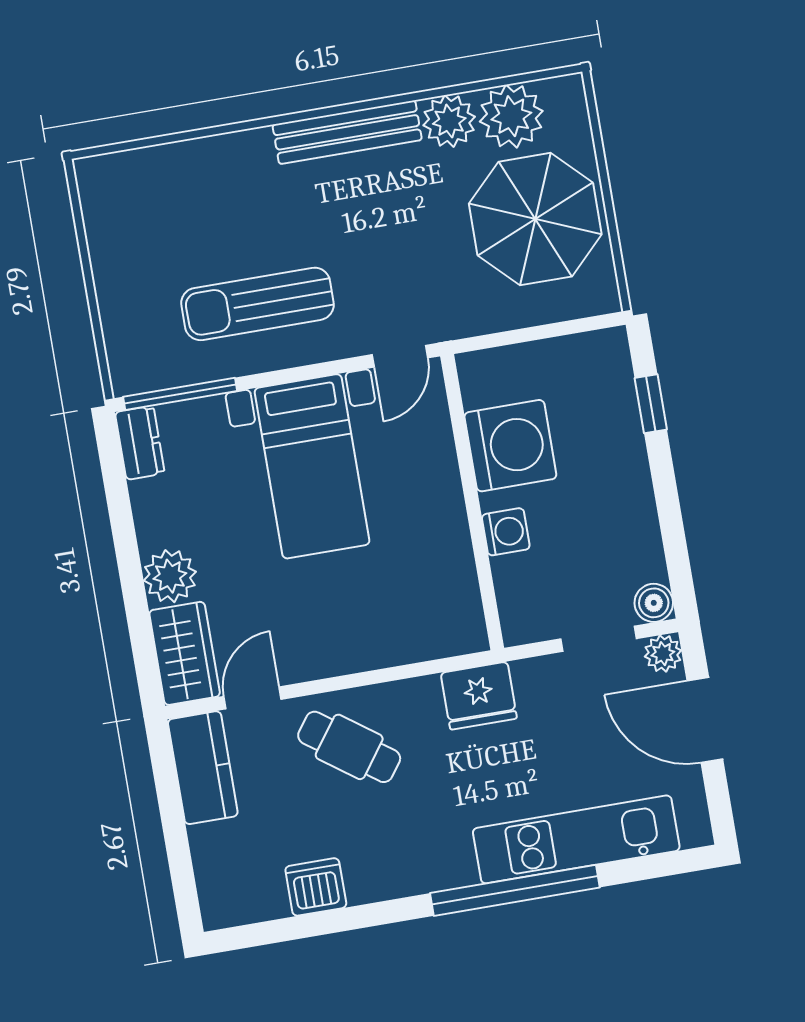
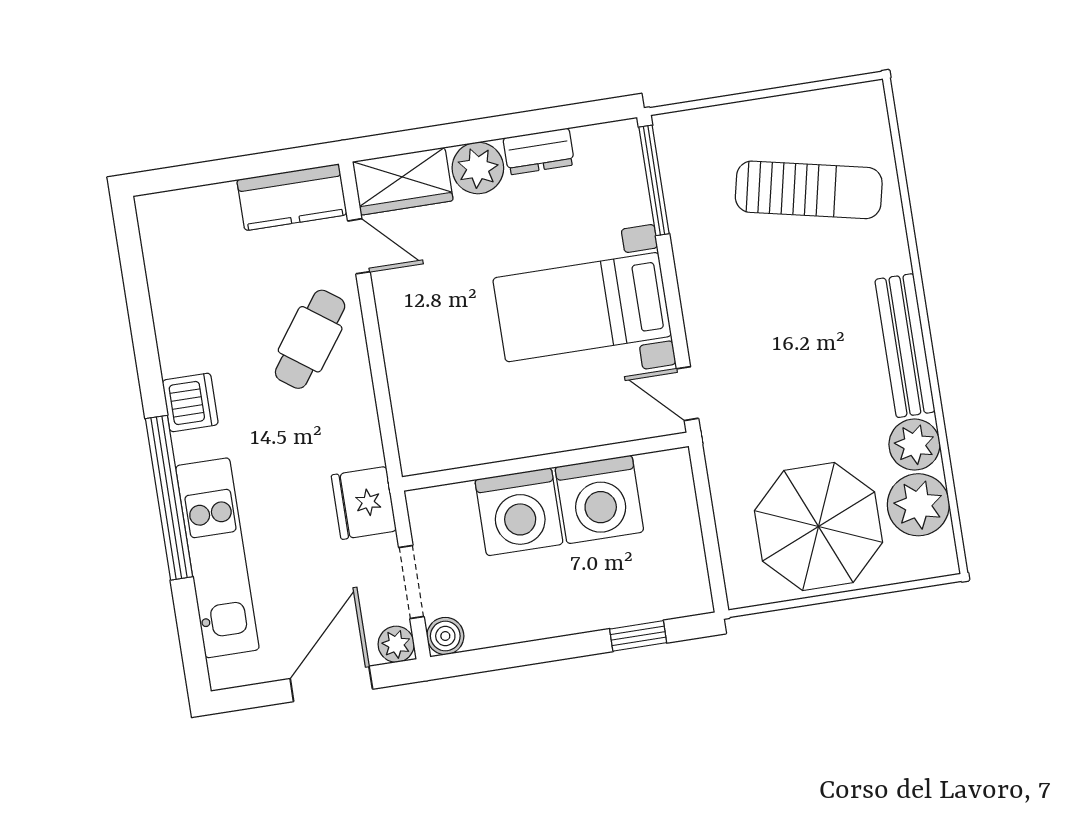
sun lounger: (257, 304) -> (809, 190), moved, turned 102
dresser: (140, 443) -> (539, 151), moved
washing machine: (506, 532) -> (519, 512), width x1.89, depth x1.89
fridge: (479, 696) -> (364, 503), moved
dishwasher: (316, 887) -> (190, 402), moved

